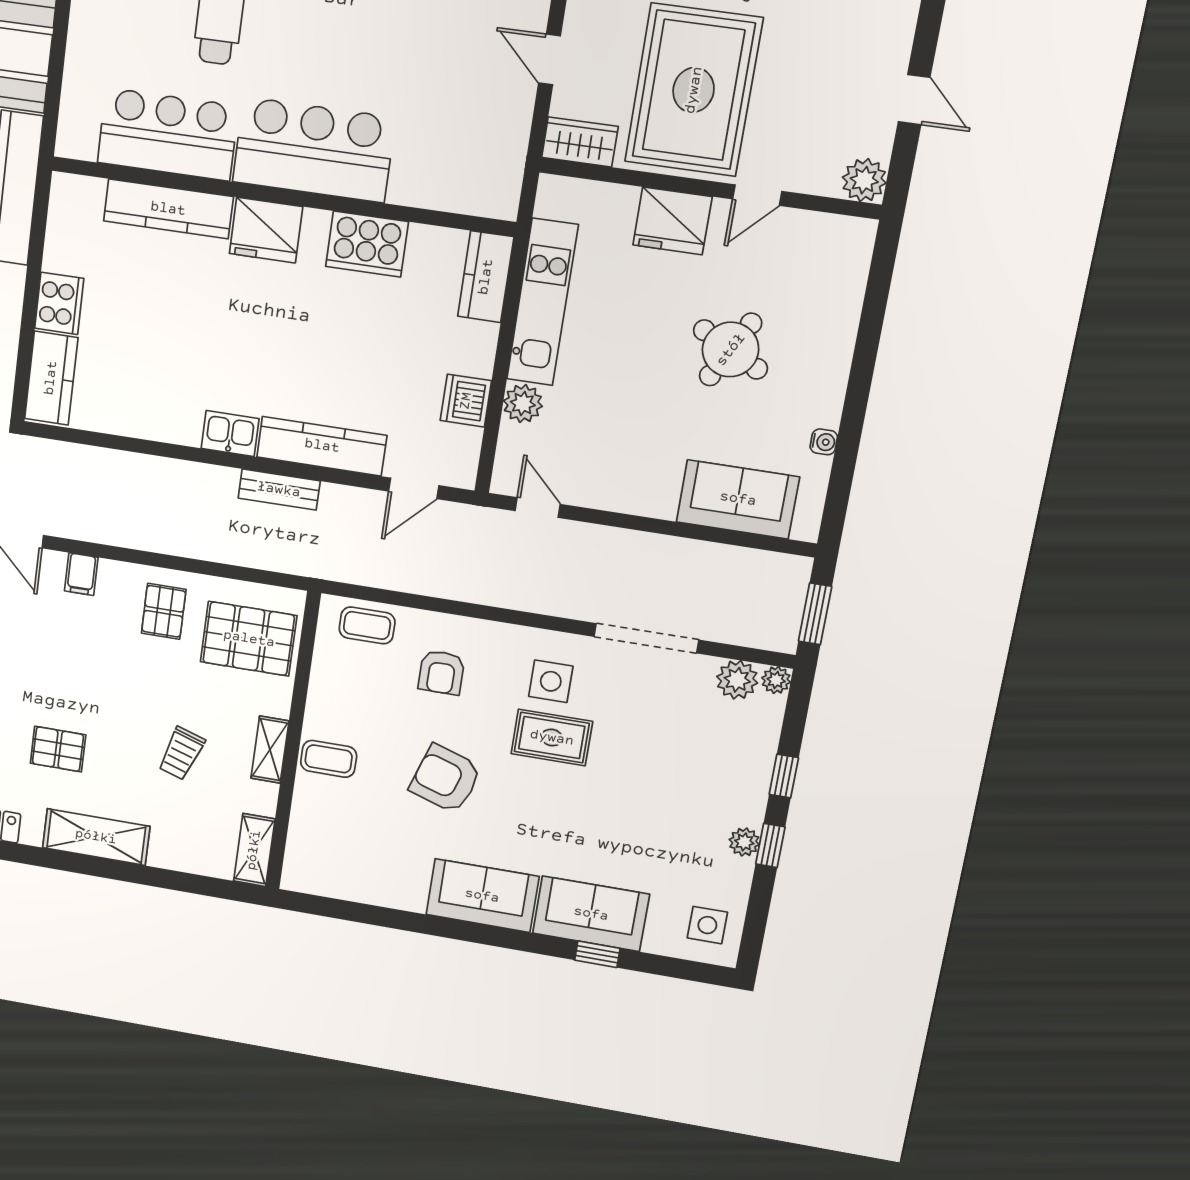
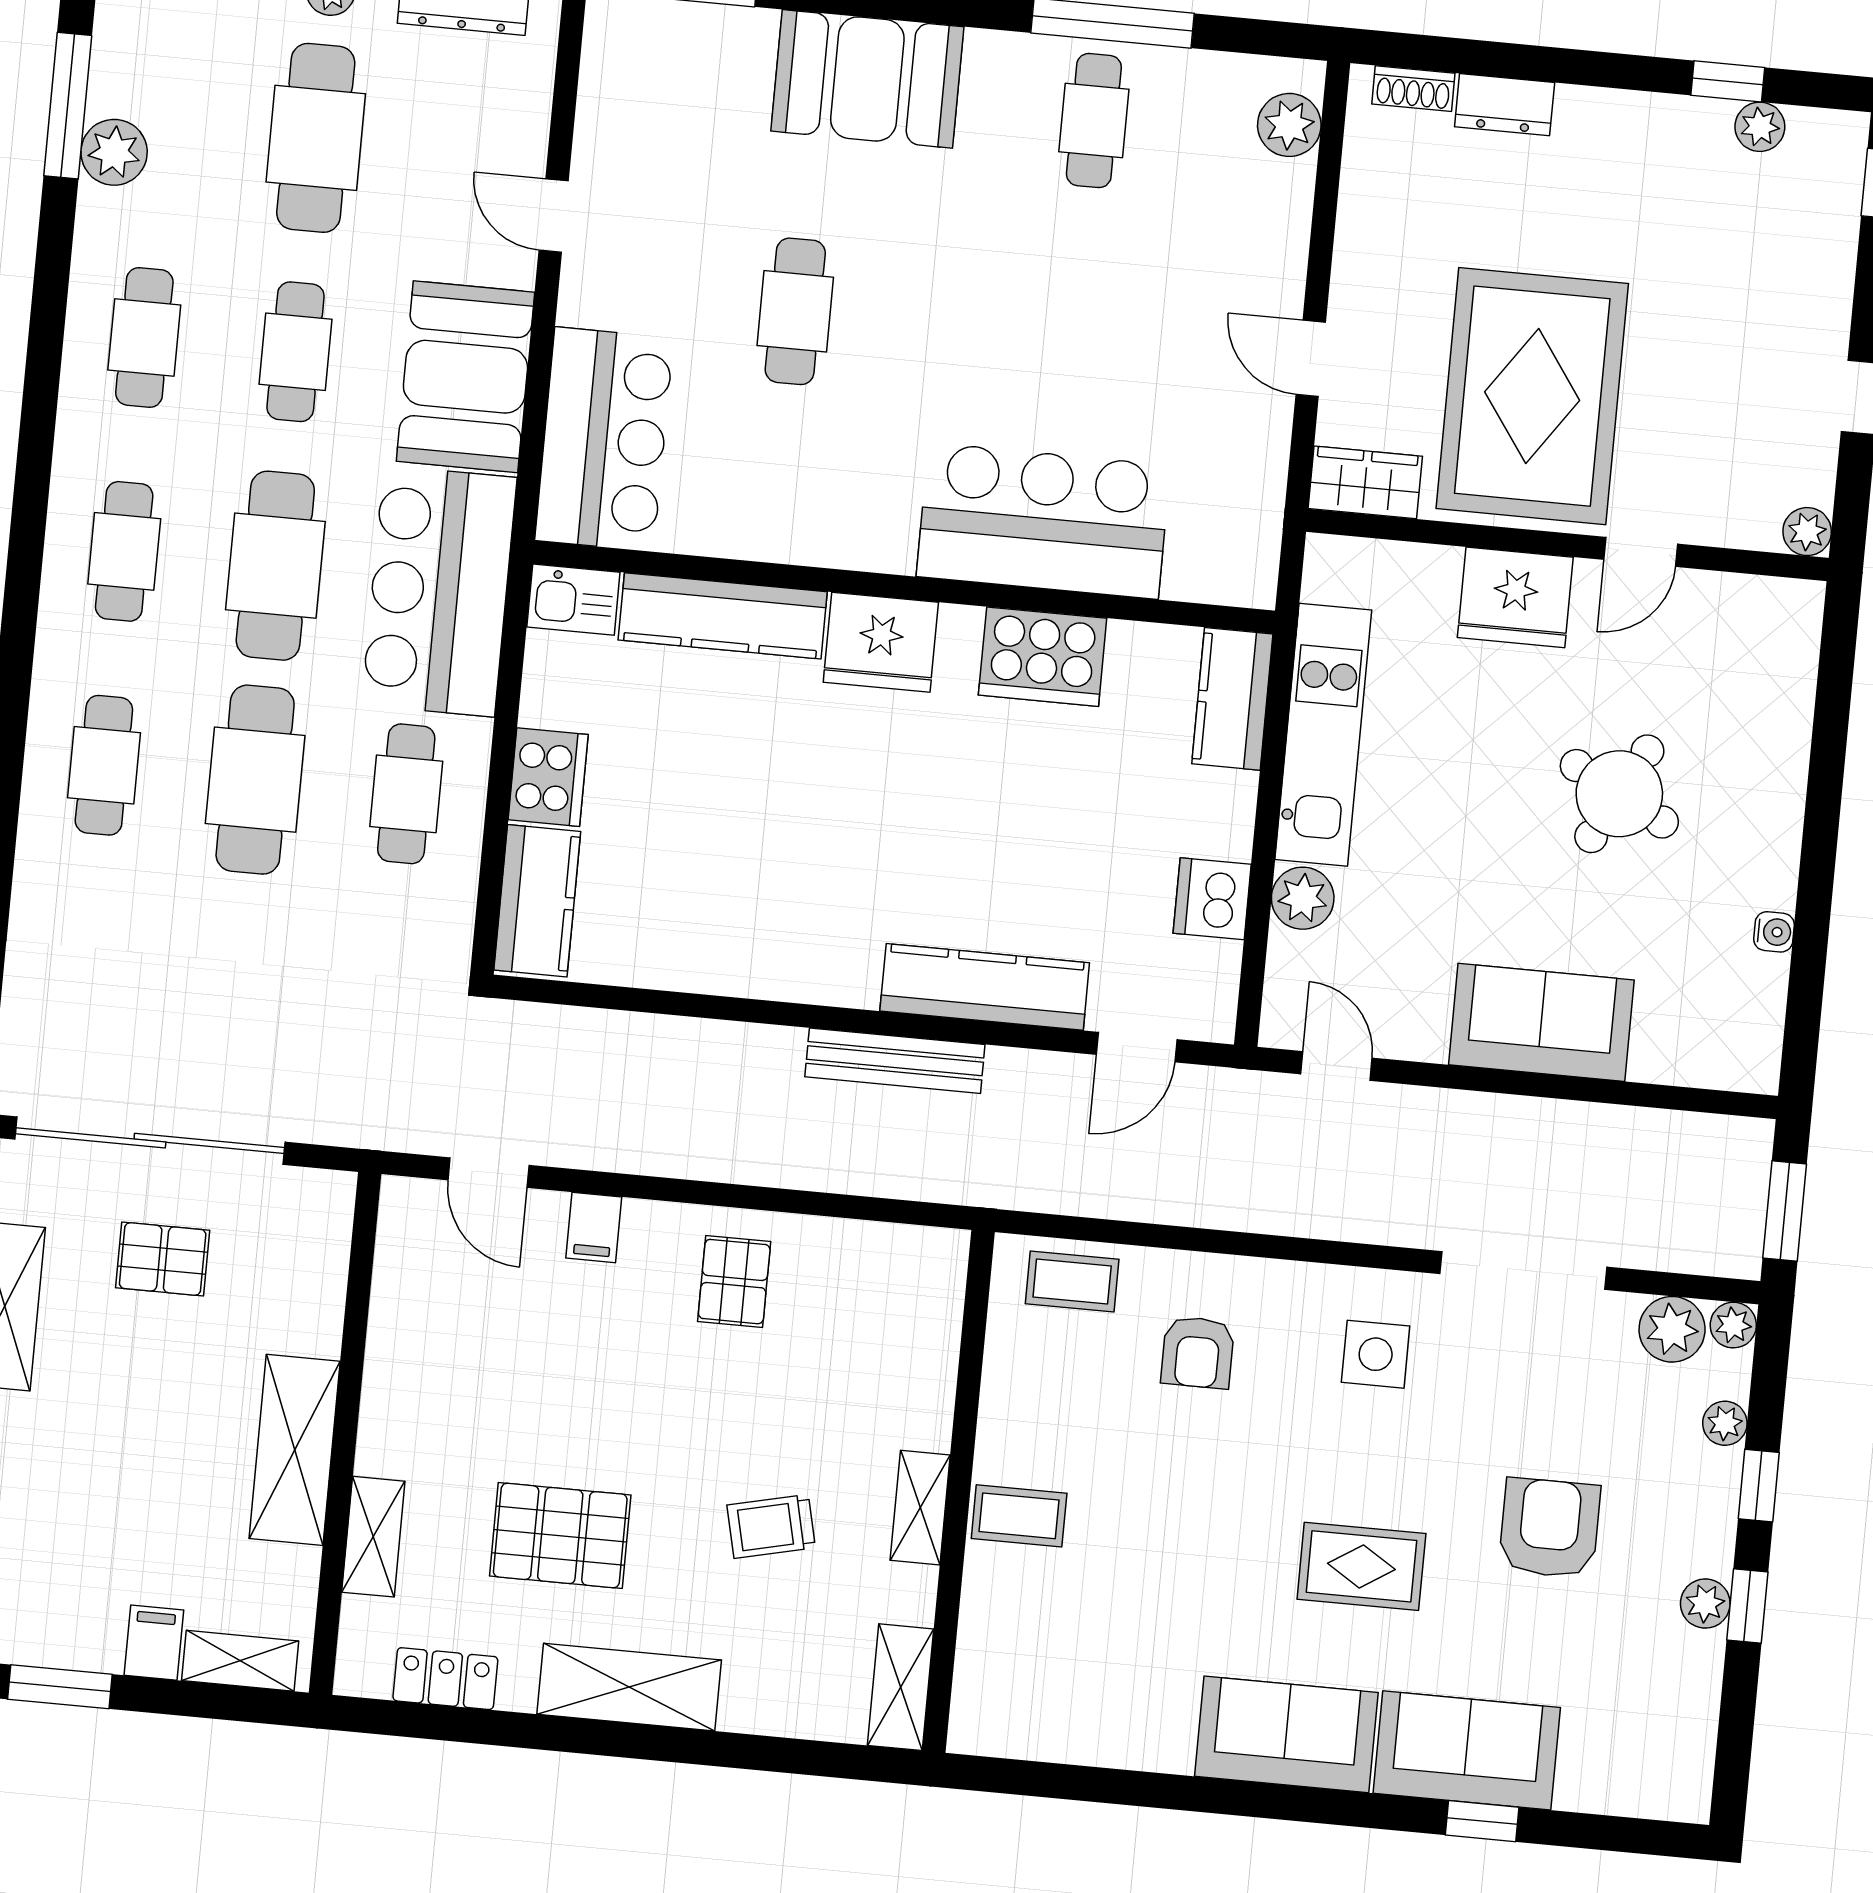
bar counter: (168, 134) -> (604, 439), moved, turned 90
bar counter: (314, 150) -> (1043, 521), moved
plant: (864, 180) -> (1807, 532), width x0.73, depth x0.73
kitchen sink: (230, 434) -> (573, 600), moved, turned 180
bench: (279, 490) -> (895, 1061), width x1.36
sofa: (738, 499) -> (1541, 1022), moved
pallet: (249, 639) -> (877, 1318), removed
rug: (552, 738) -> (1361, 1566), moved
plant: (766, 738) -> (1725, 1423), added
pallet: (58, 749) -> (560, 1536), width x1.50, depth x1.42
trolley: (181, 753) -> (771, 1526), turned 59
armchair: (446, 779) -> (1550, 1528), moved, turned 72
side table: (707, 925) -> (1657, 1753), removed

